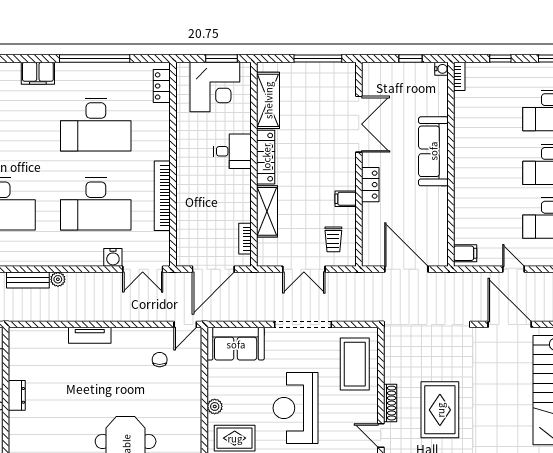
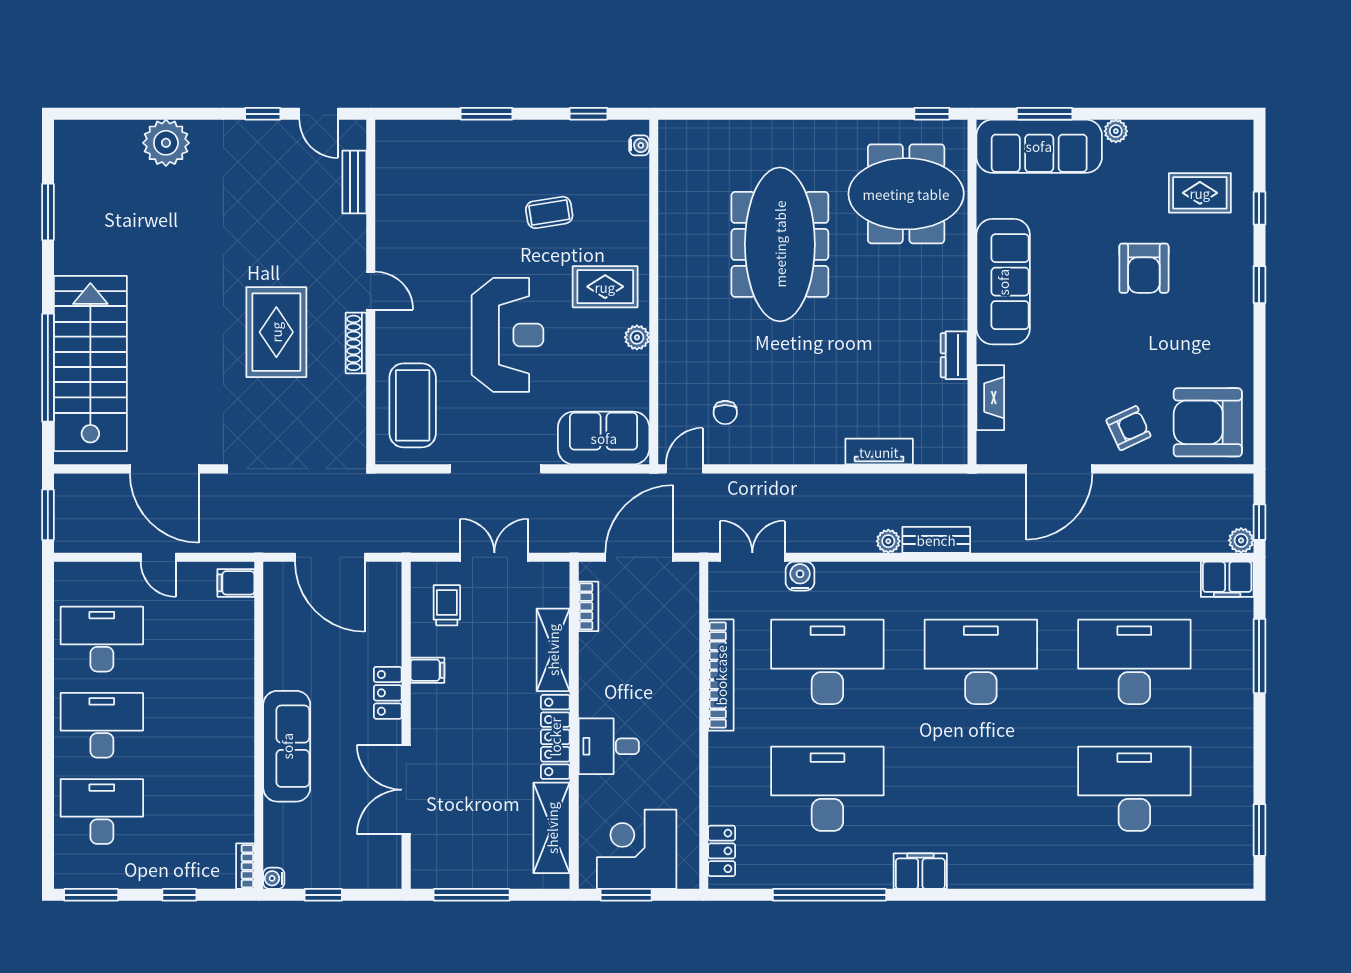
tv unit: (90, 335) -> (879, 452), moved

